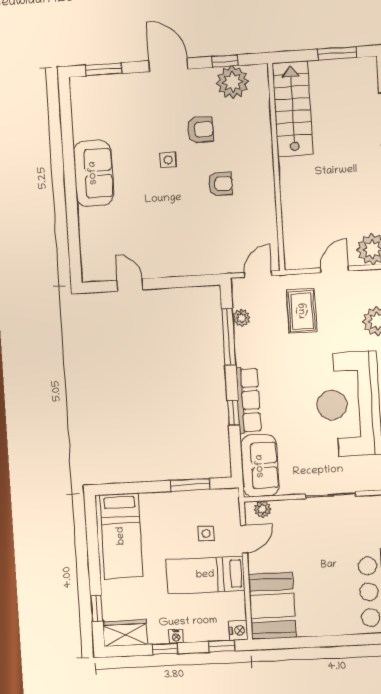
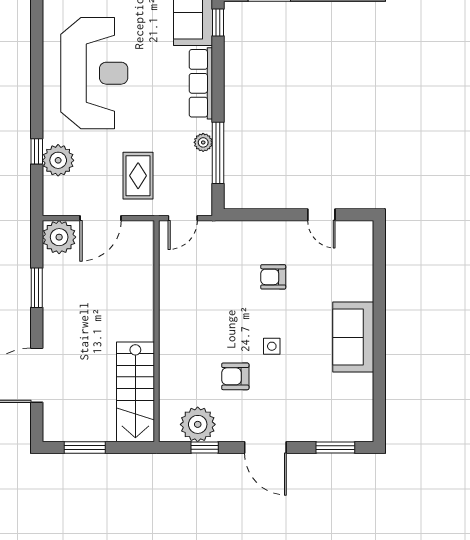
armchair: (220, 184) -> (273, 277), moved
door: (335, 269) -> (101, 218), width x1.37
plant: (241, 318) -> (203, 142), moved
window: (233, 413) -> (218, 22), moved

